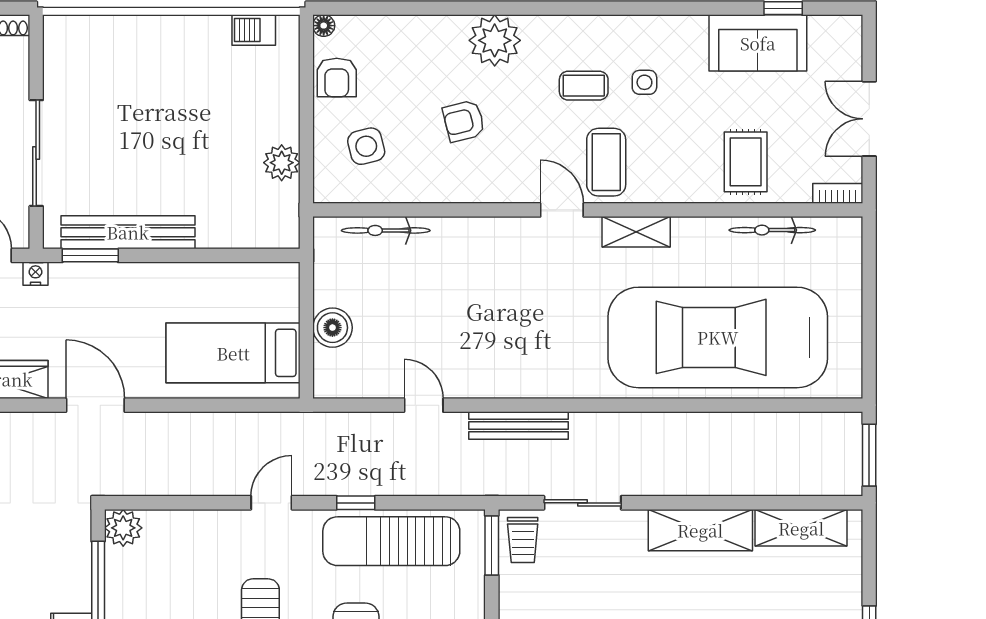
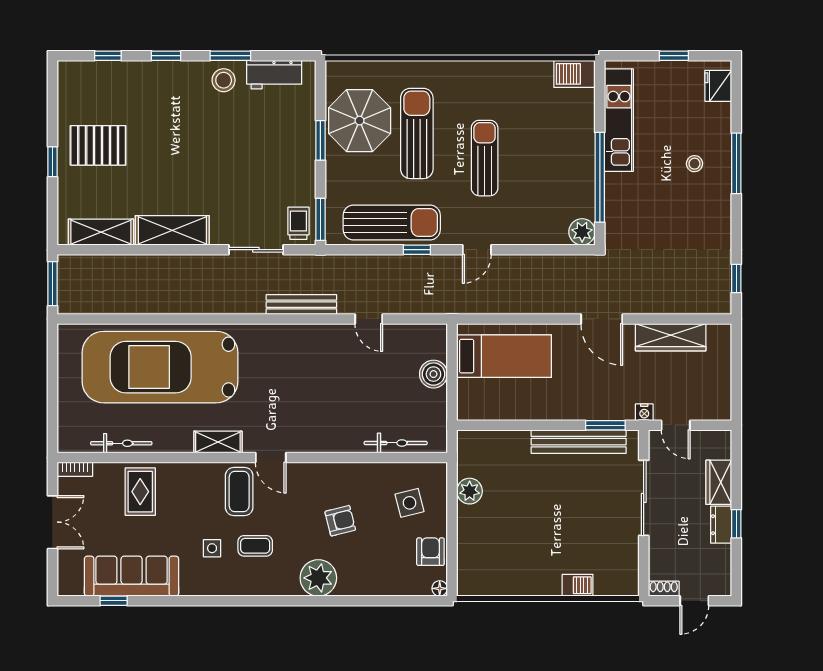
barbecue: (254, 30) -> (578, 585), moved
sofa: (758, 43) -> (132, 576), width x1.36
car: (718, 337) -> (160, 367), turned 180

